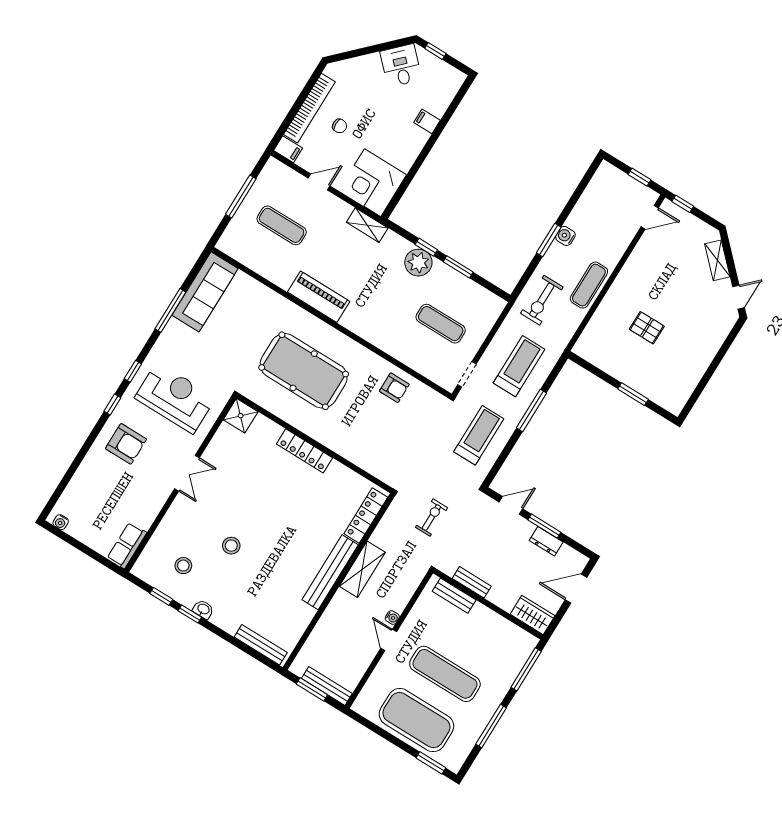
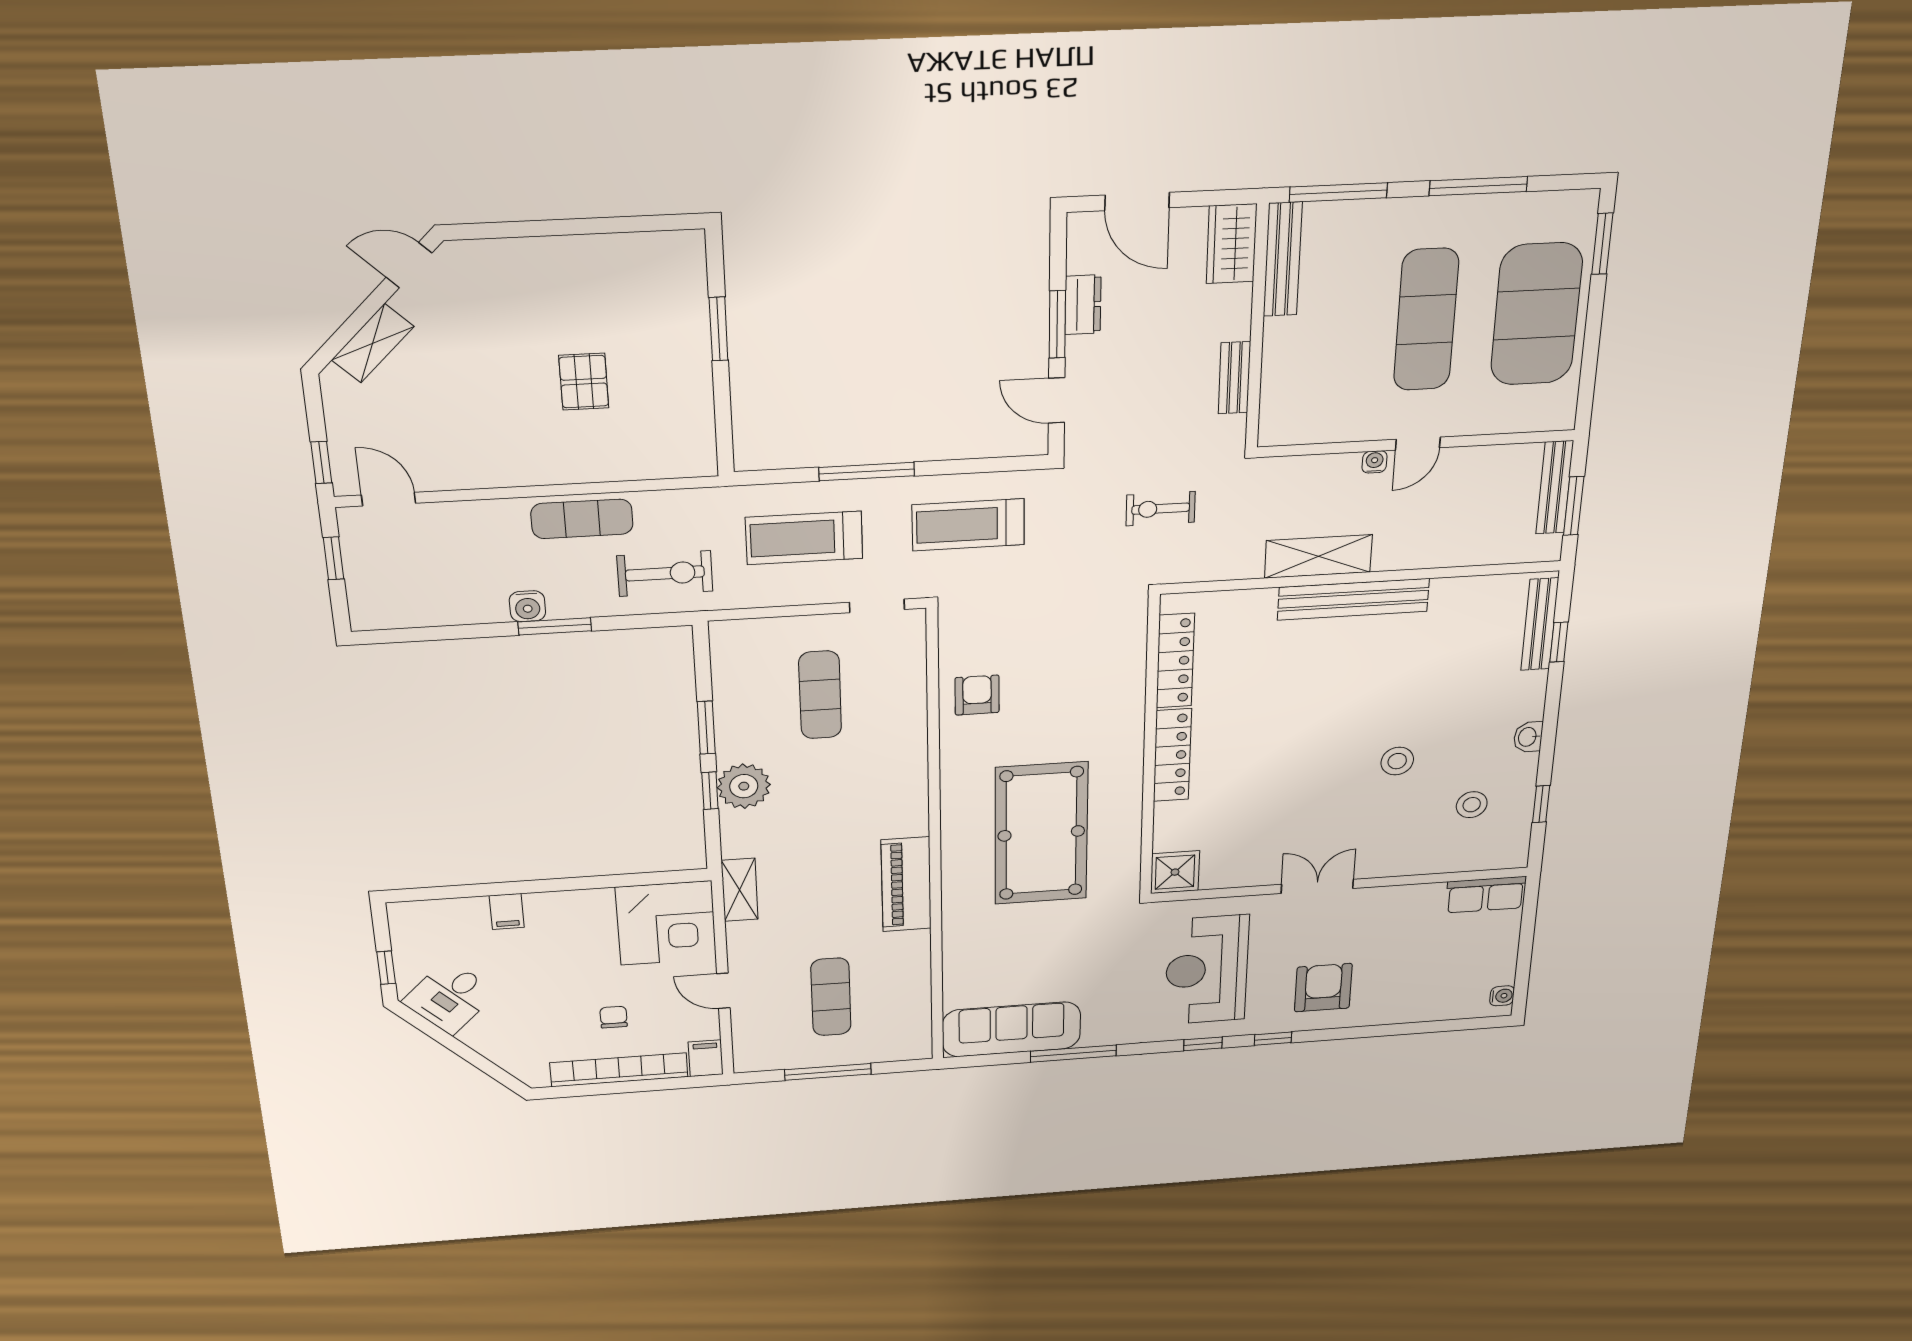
locker: (366, 516) -> (1175, 661), moved, turned -90
bench: (454, 596) -> (1283, 259), moved, width x1.36
window: (190, 614) -> (1559, 642), moved

